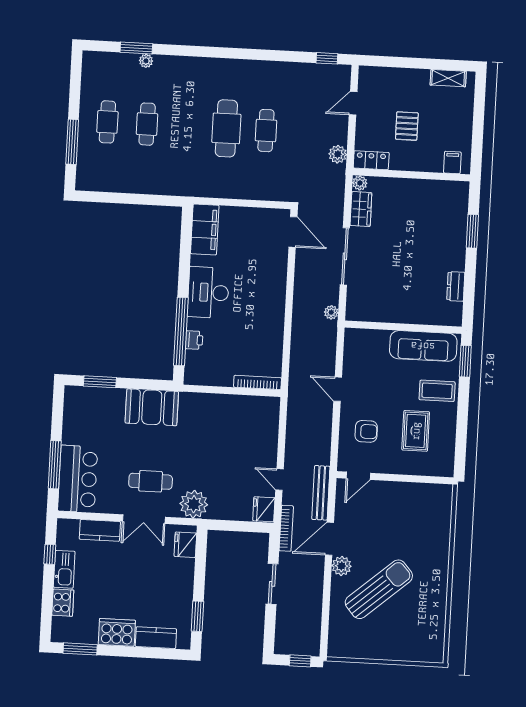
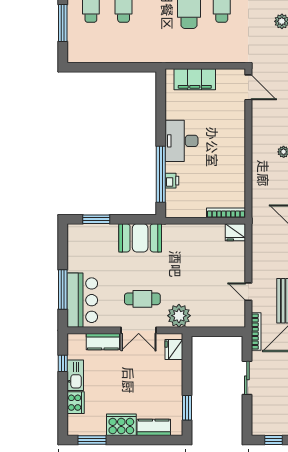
filing cabinet: (205, 229) -> (195, 79), moved, turned 90
fridge: (264, 509) -> (235, 232), moved, turned -90

